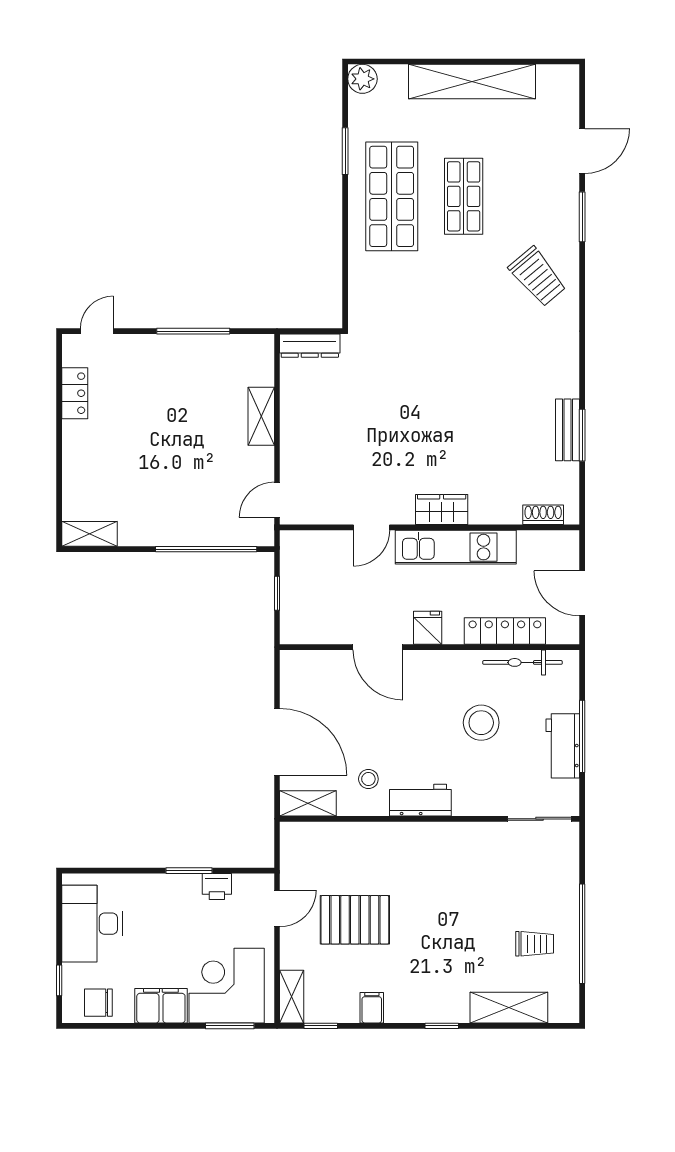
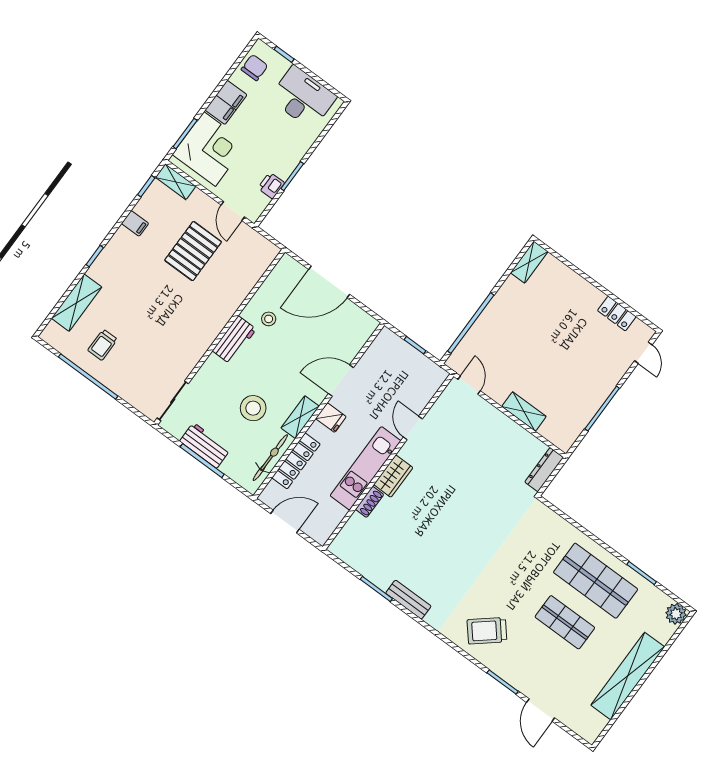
bench: (568, 430) -> (408, 600), moved
shoe rack: (543, 515) -> (370, 502), moved
shelving: (308, 803) -> (300, 417), moved

